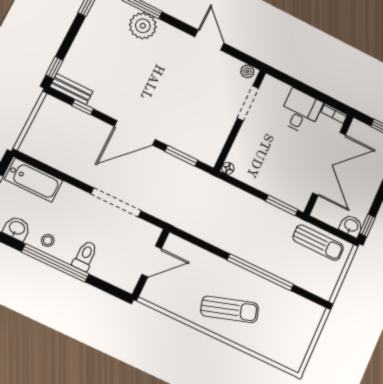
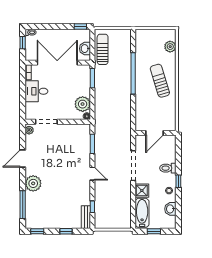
plant: (143, 26) -> (33, 183), moved
window: (54, 68) -> (66, 231), moved
door: (135, 133) -> (92, 174), width x0.53
plant: (249, 171) -> (83, 104), added
shower: (70, 197) -> (142, 191), added
washbasin: (351, 226) -> (85, 49), moved
door: (152, 261) -> (155, 133), swing flipped
window: (55, 263) -> (178, 181), width x0.32
plant: (275, 351) -> (170, 47), added

